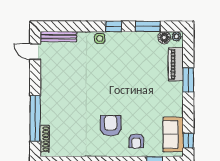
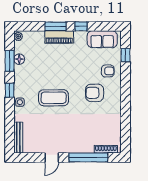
floor lamp: (164, 38) -> (19, 59), moved
door: (35, 52) -> (52, 157), moved
piano: (176, 64) -> (59, 37), moved
coffee table: (105, 78) -> (54, 98), added
window: (188, 141) -> (81, 26), moved

